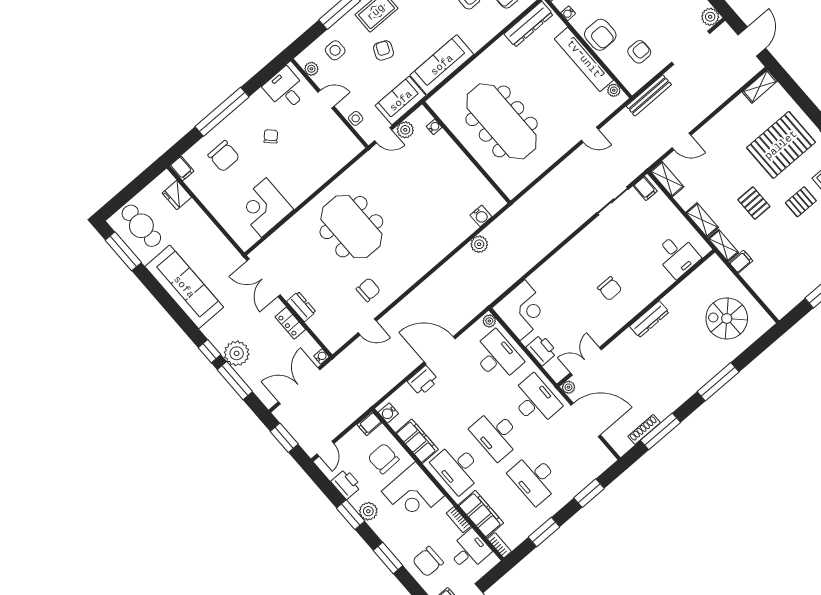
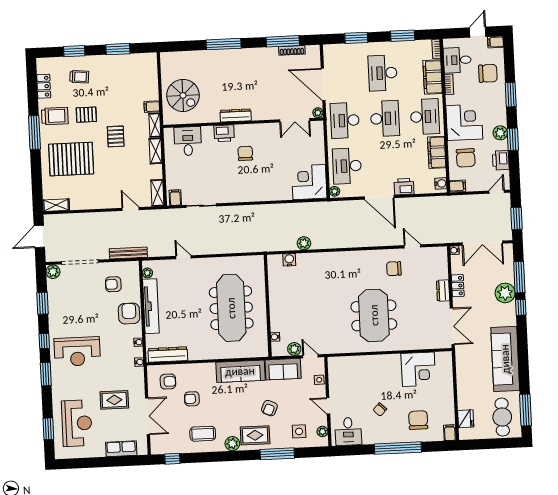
spiral stairs: (727, 318) -> (183, 95), moved
printer: (542, 350) -> (224, 133), moved, turned -90
desk: (534, 479) -> (383, 73), turned 180

